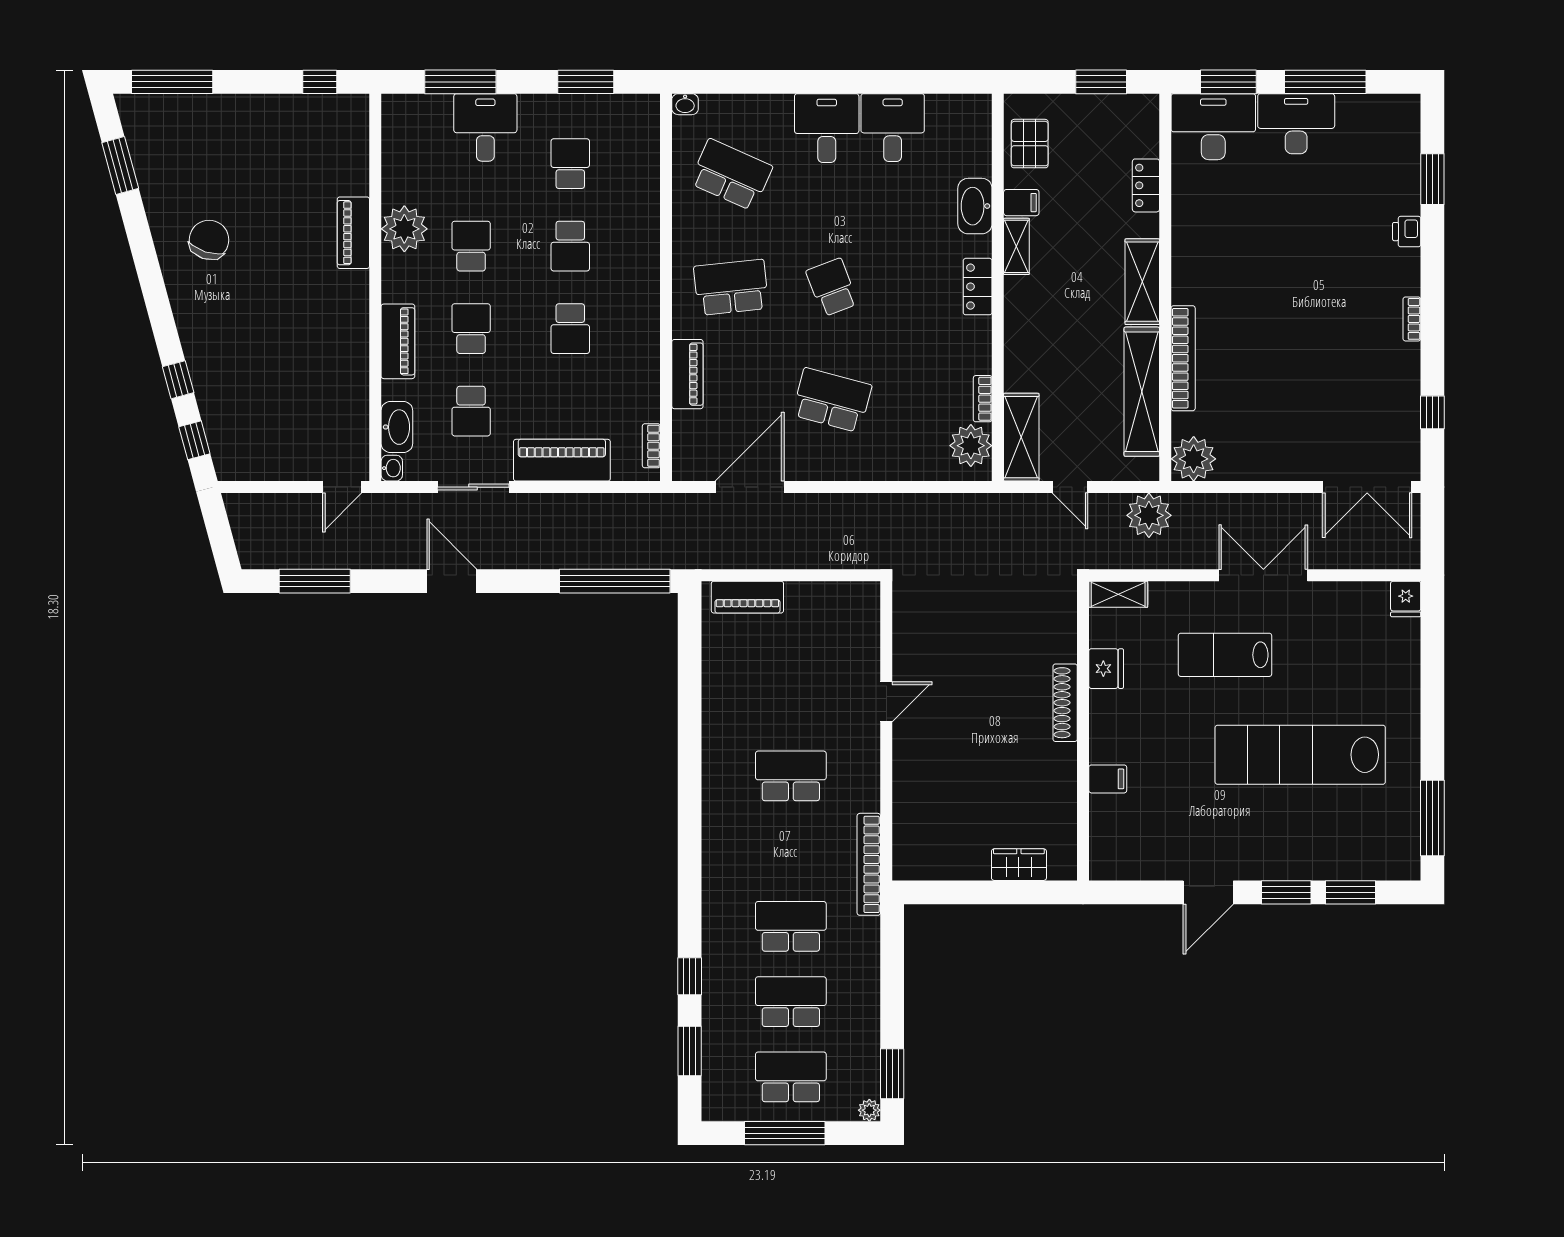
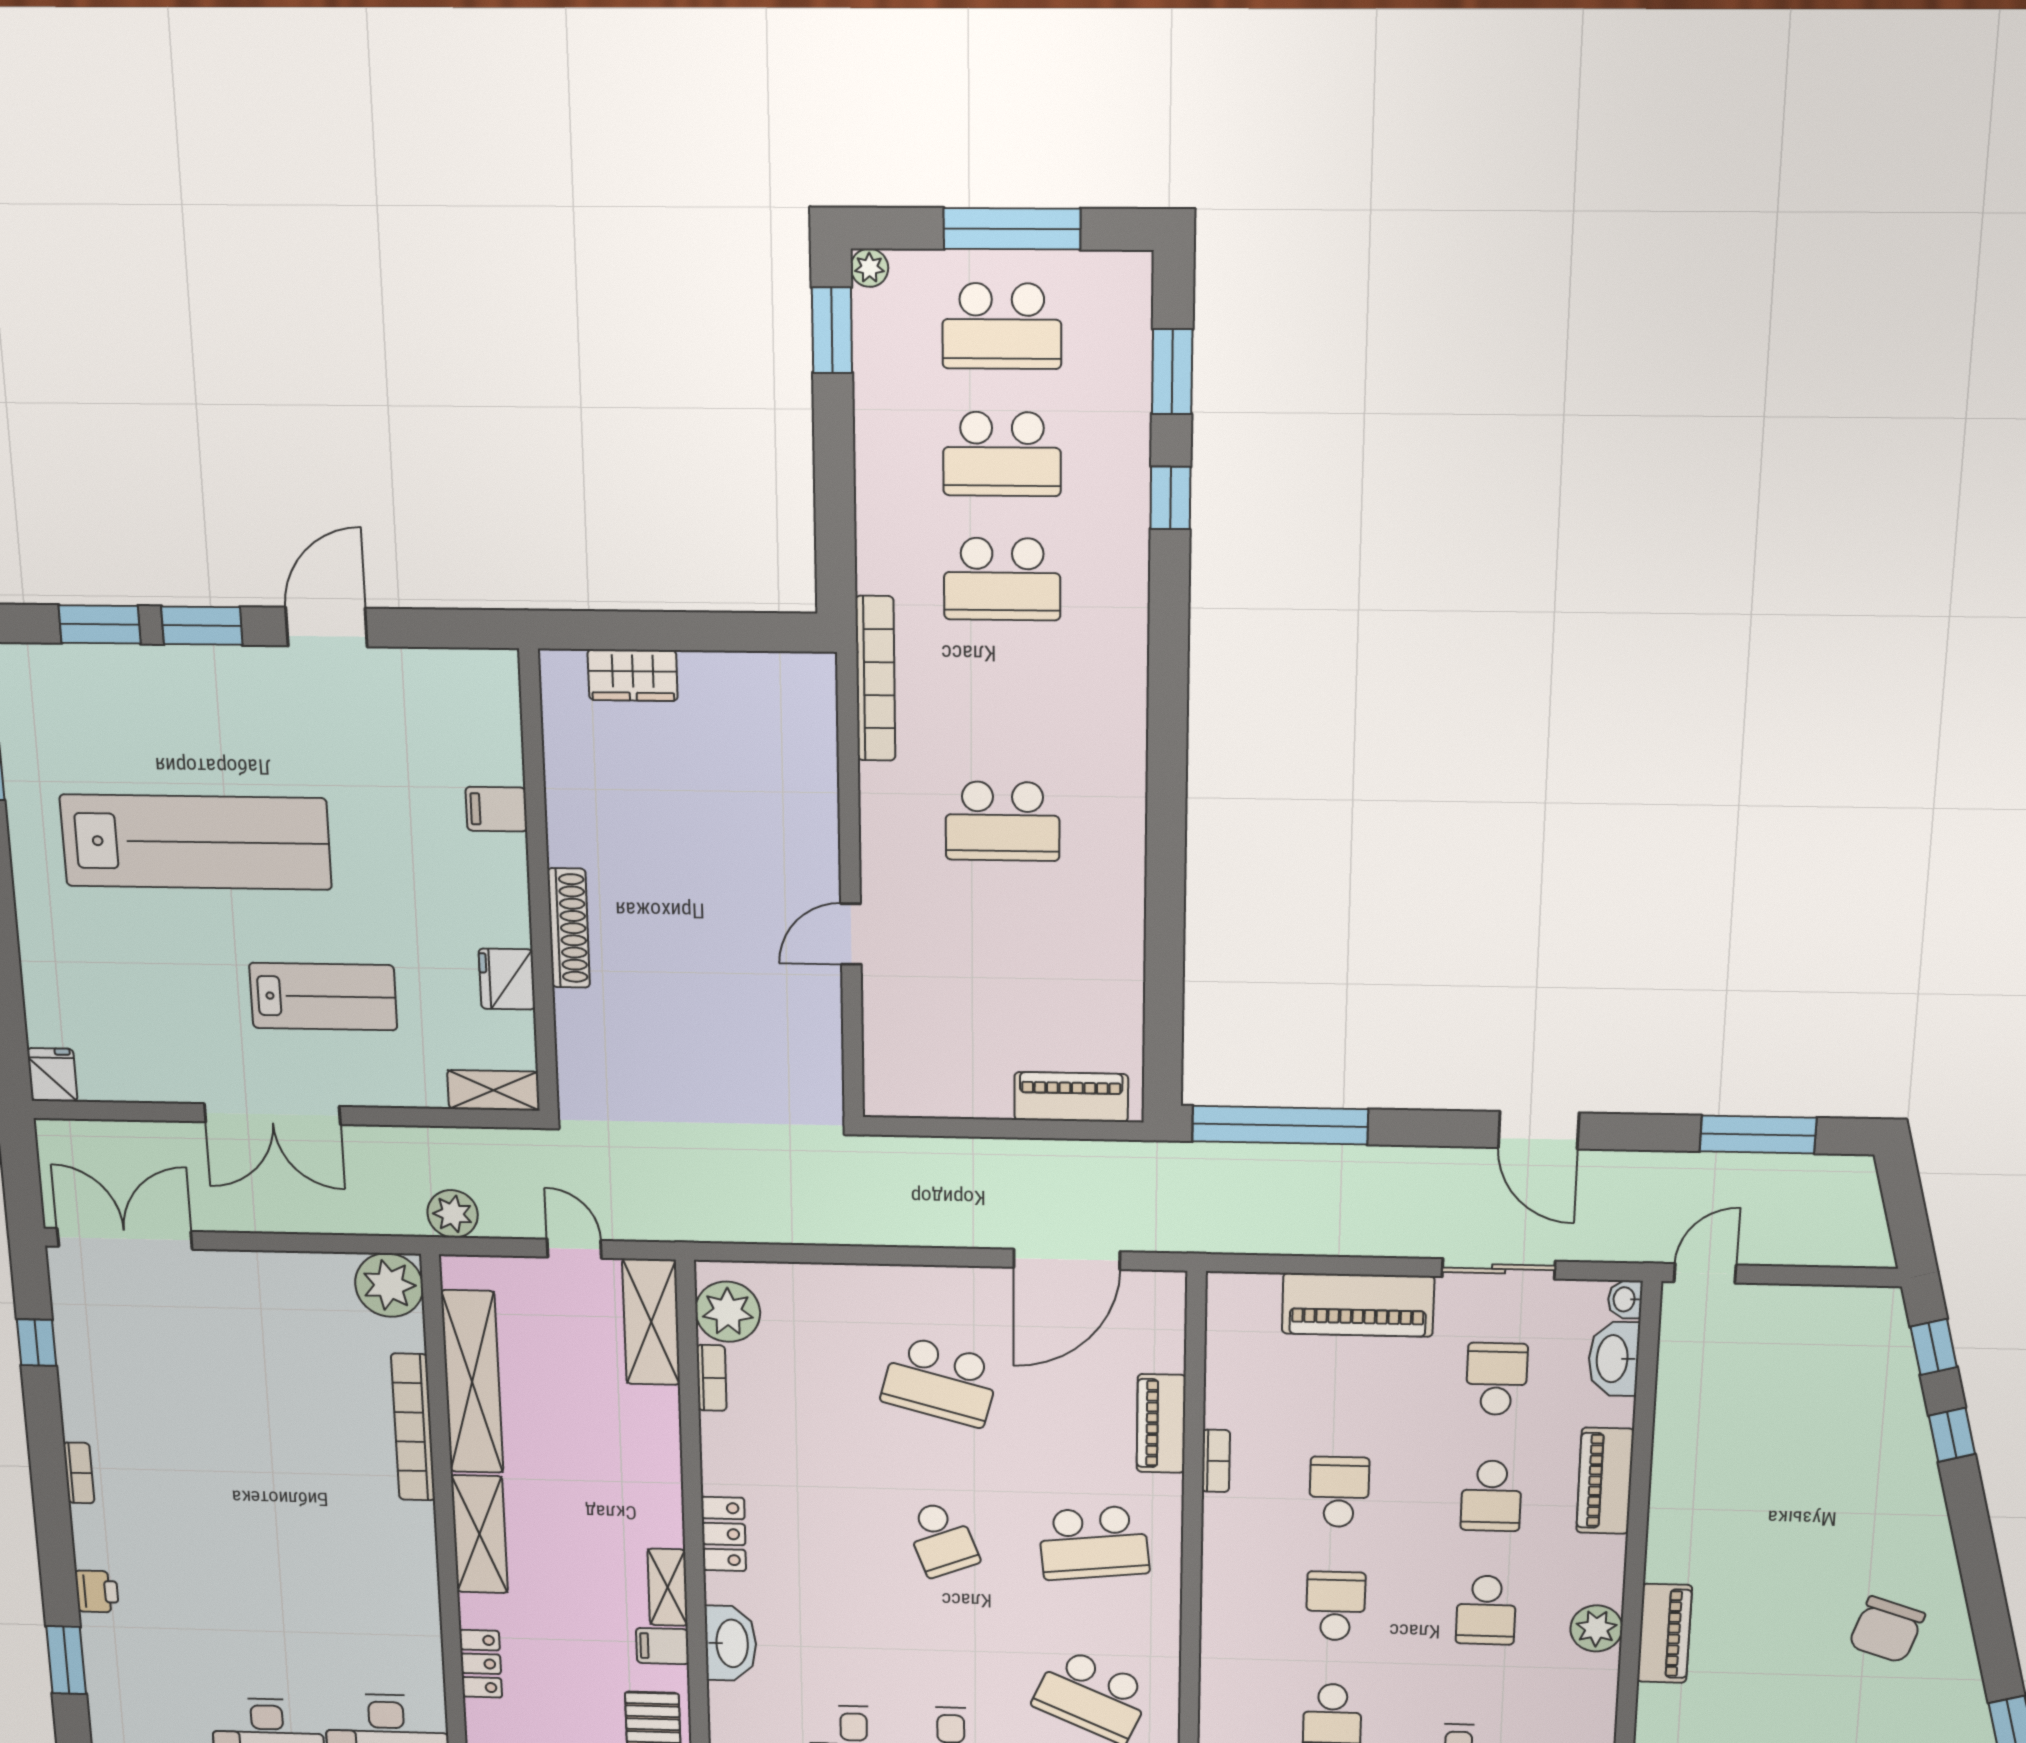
plant: (404, 229) -> (1596, 1628), width x0.73, depth x0.73
bookcase: (651, 446) -> (1216, 1461), moved
plant: (1149, 515) -> (453, 1214), width x0.73, depth x0.73

